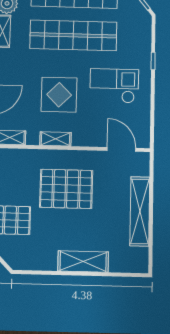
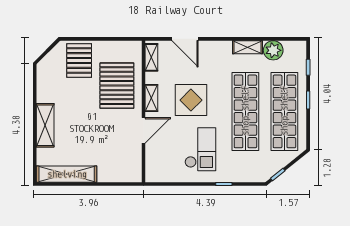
door: (121, 149) -> (144, 130), moved
pallet: (66, 189) -> (117, 86), moved
shelving: (140, 211) -> (67, 174), moved

